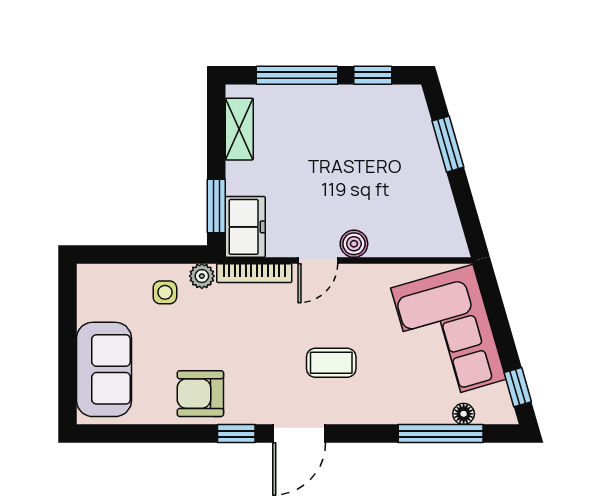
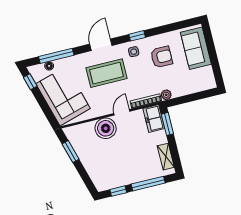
window: (448, 144) -> (70, 152), moved
boiler: (354, 244) -> (106, 128), width x1.86, depth x1.86
side table: (165, 292) -> (134, 52), moved
coffee table: (331, 363) -> (106, 73), width x1.86, depth x1.72
armchair: (200, 394) -> (161, 57), moved
door: (299, 434) -> (101, 45), moved

